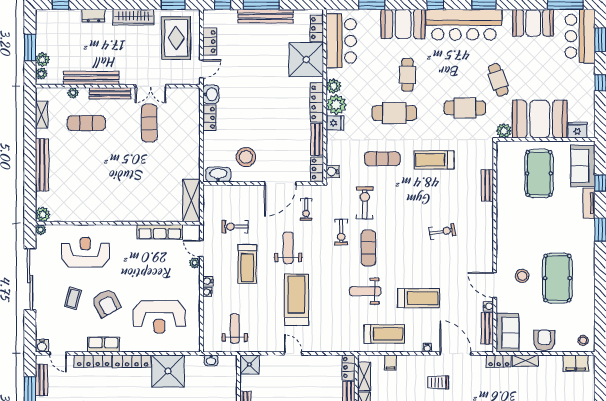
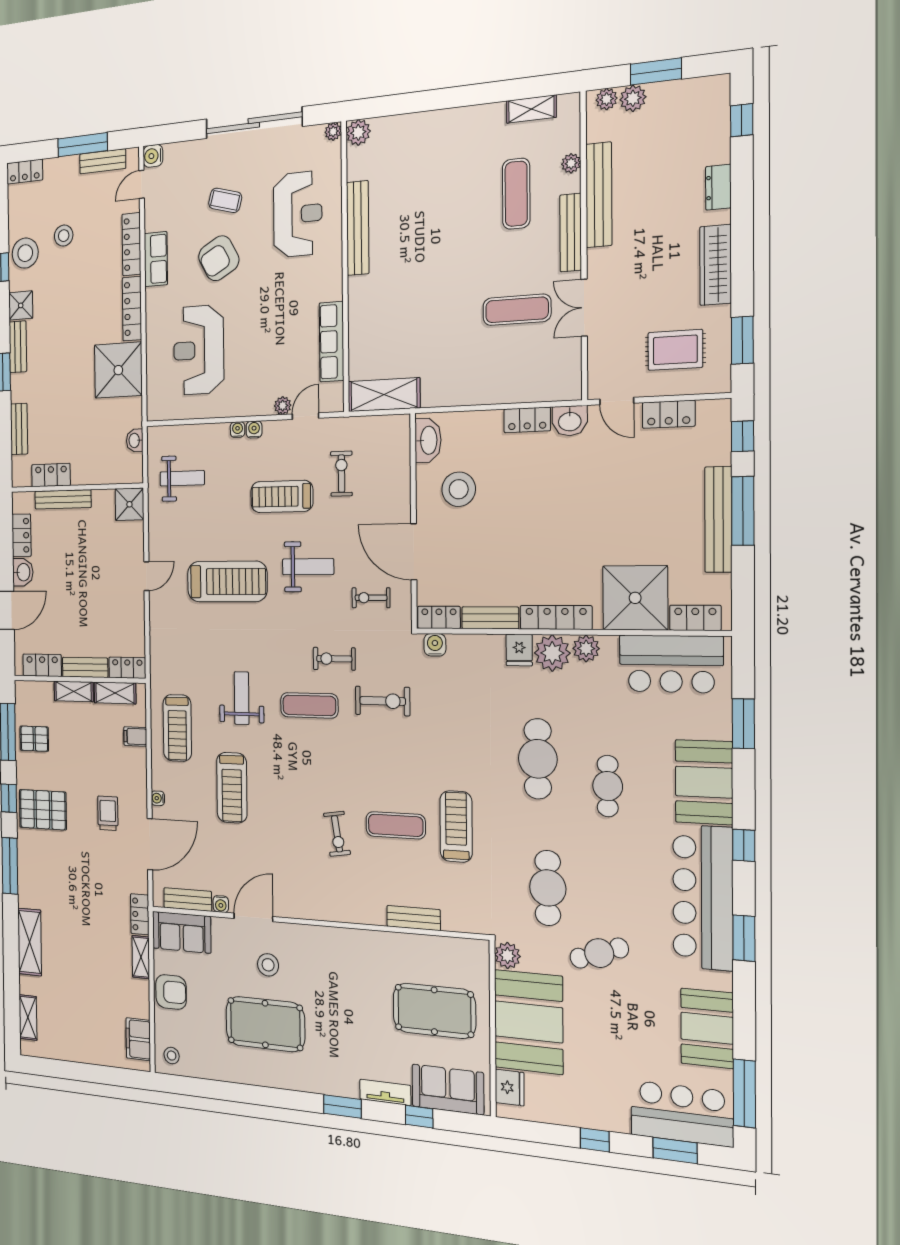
rug: (176, 38) -> (675, 350), width x0.73, depth x0.70
cafe table: (407, 75) -> (608, 786), turned 90
exercise mat: (382, 159) -> (396, 825), moved, turned 90
bench: (42, 165) -> (358, 228), moved, turned 90

